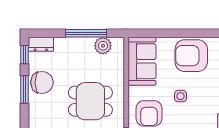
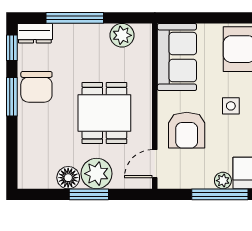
window: (86, 33) -> (75, 18), moved
chair: (42, 82) -> (36, 87), turned 90
dining table: (90, 101) -> (104, 113), turned 90

